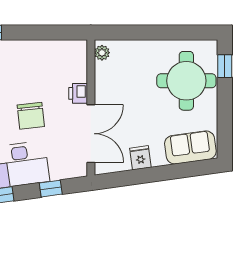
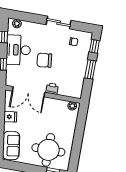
window: (32, 33) -> (90, 69), added

